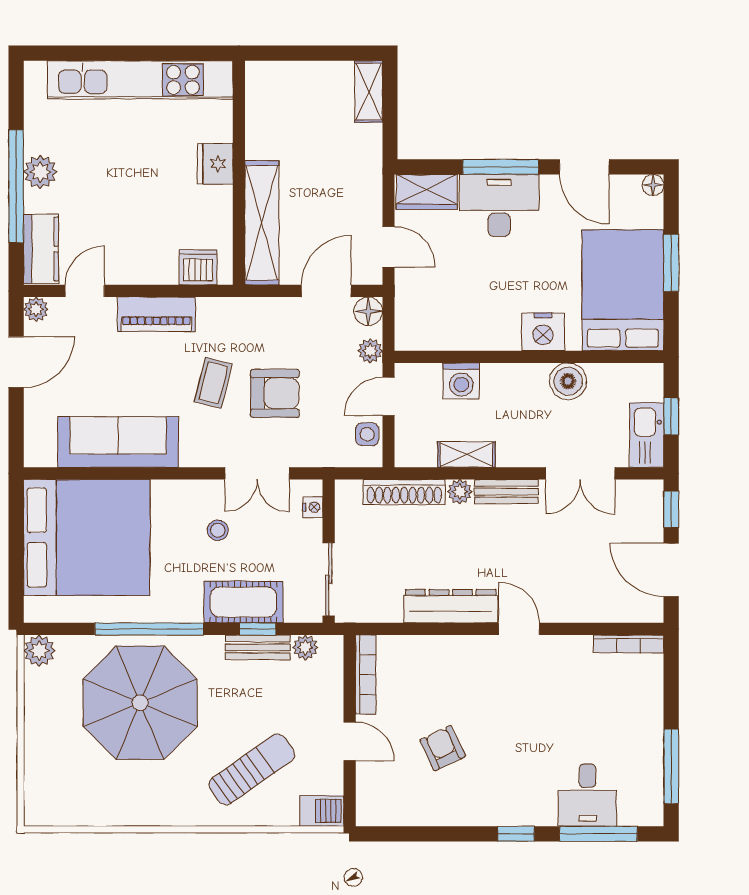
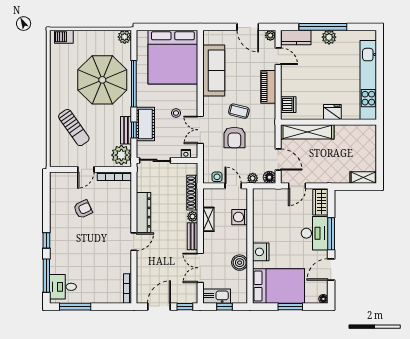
plant: (305, 647) -> (121, 155), width x1.88, depth x1.88
desk: (587, 795) -> (63, 287), moved
barbecue: (322, 811) -> (64, 37), moved, turned 90

